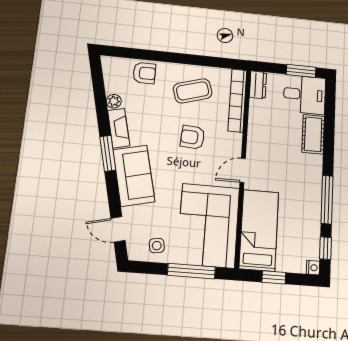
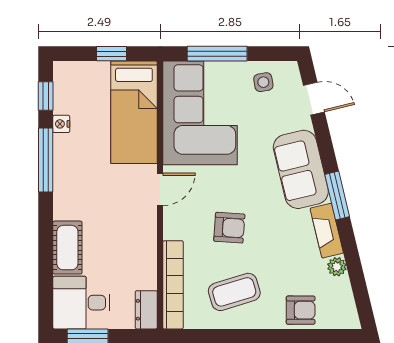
armchair: (144, 73) -> (301, 310), turned 180
nightstand: (313, 268) -> (61, 124), moved

